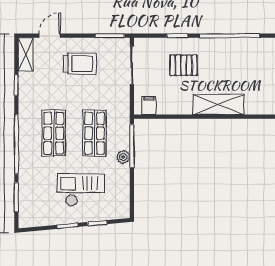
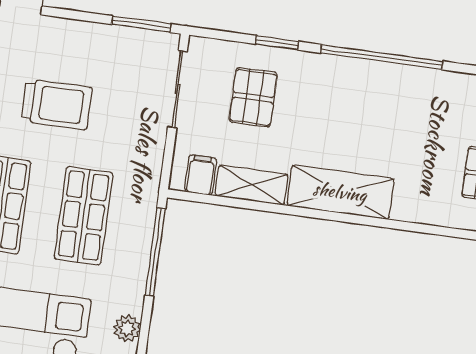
trolley: (80, 64) -> (57, 104), moved
pallet: (184, 65) -> (253, 97), moved, turned 90
shelving: (174, 107) -> (251, 185), added
plant: (123, 157) -> (127, 328), moved

